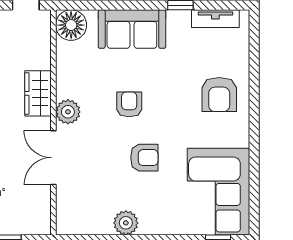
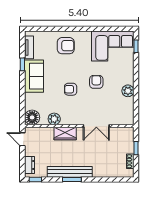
sofa: (132, 29) -> (34, 76), moved
plant: (68, 112) -> (54, 119), moved

